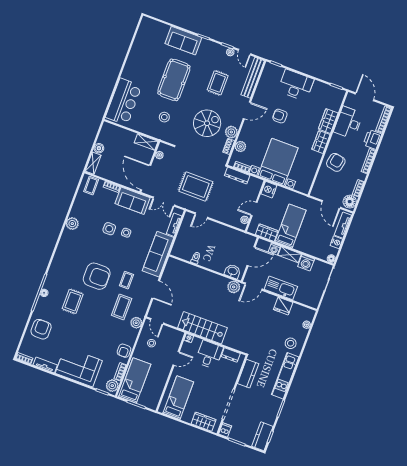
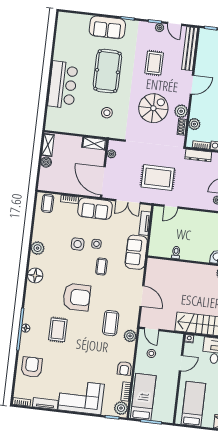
bar counter: (124, 102) -> (63, 85), moved
shelving: (93, 163) -> (48, 145), moved
floor lamp: (64, 248) -> (35, 275), added
sofa: (158, 254) -> (136, 252), width x0.73
coffee table: (126, 280) -> (101, 267), moved

